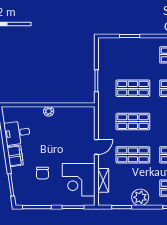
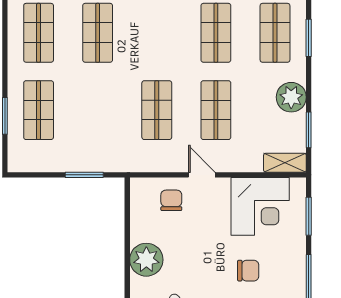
shop shelf: (133, 88) -> (39, 110), moved
plant: (49, 111) -> (146, 260), width x1.88, depth x1.88
chair: (82, 130) -> (171, 200), added
shelving: (103, 180) -> (285, 163), moved

